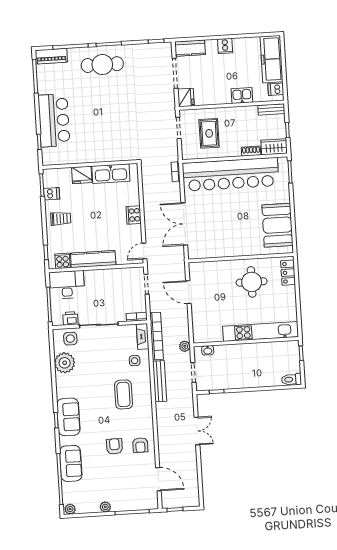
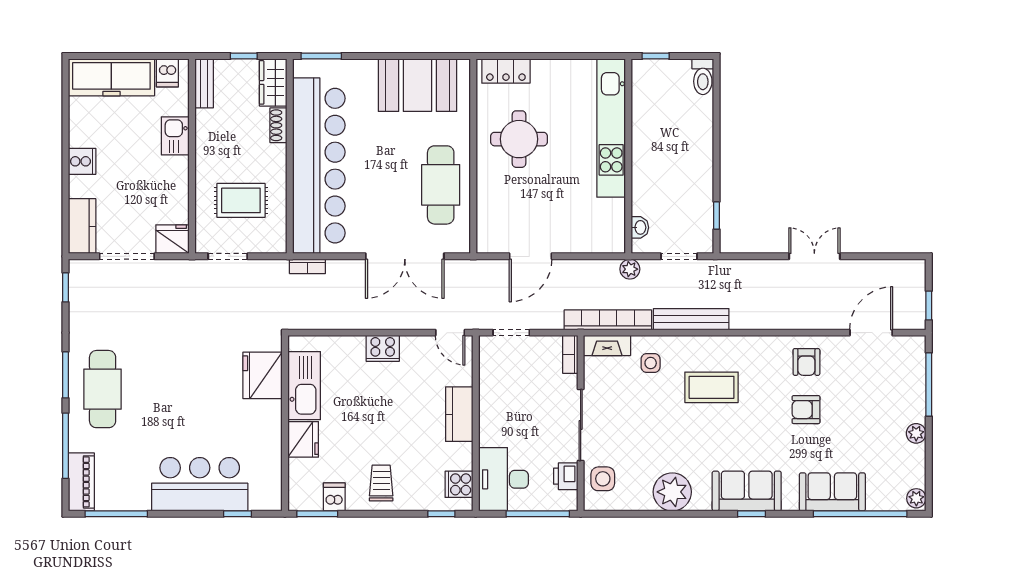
fridge: (115, 151) -> (262, 375), added
cafe table: (224, 241) -> (441, 185), added
kitchen counter: (93, 259) -> (459, 414), width x0.67
plant: (65, 363) -> (672, 492), moved
double door: (197, 431) -> (814, 256), moved
armchair: (140, 445) -> (806, 362), turned 90

